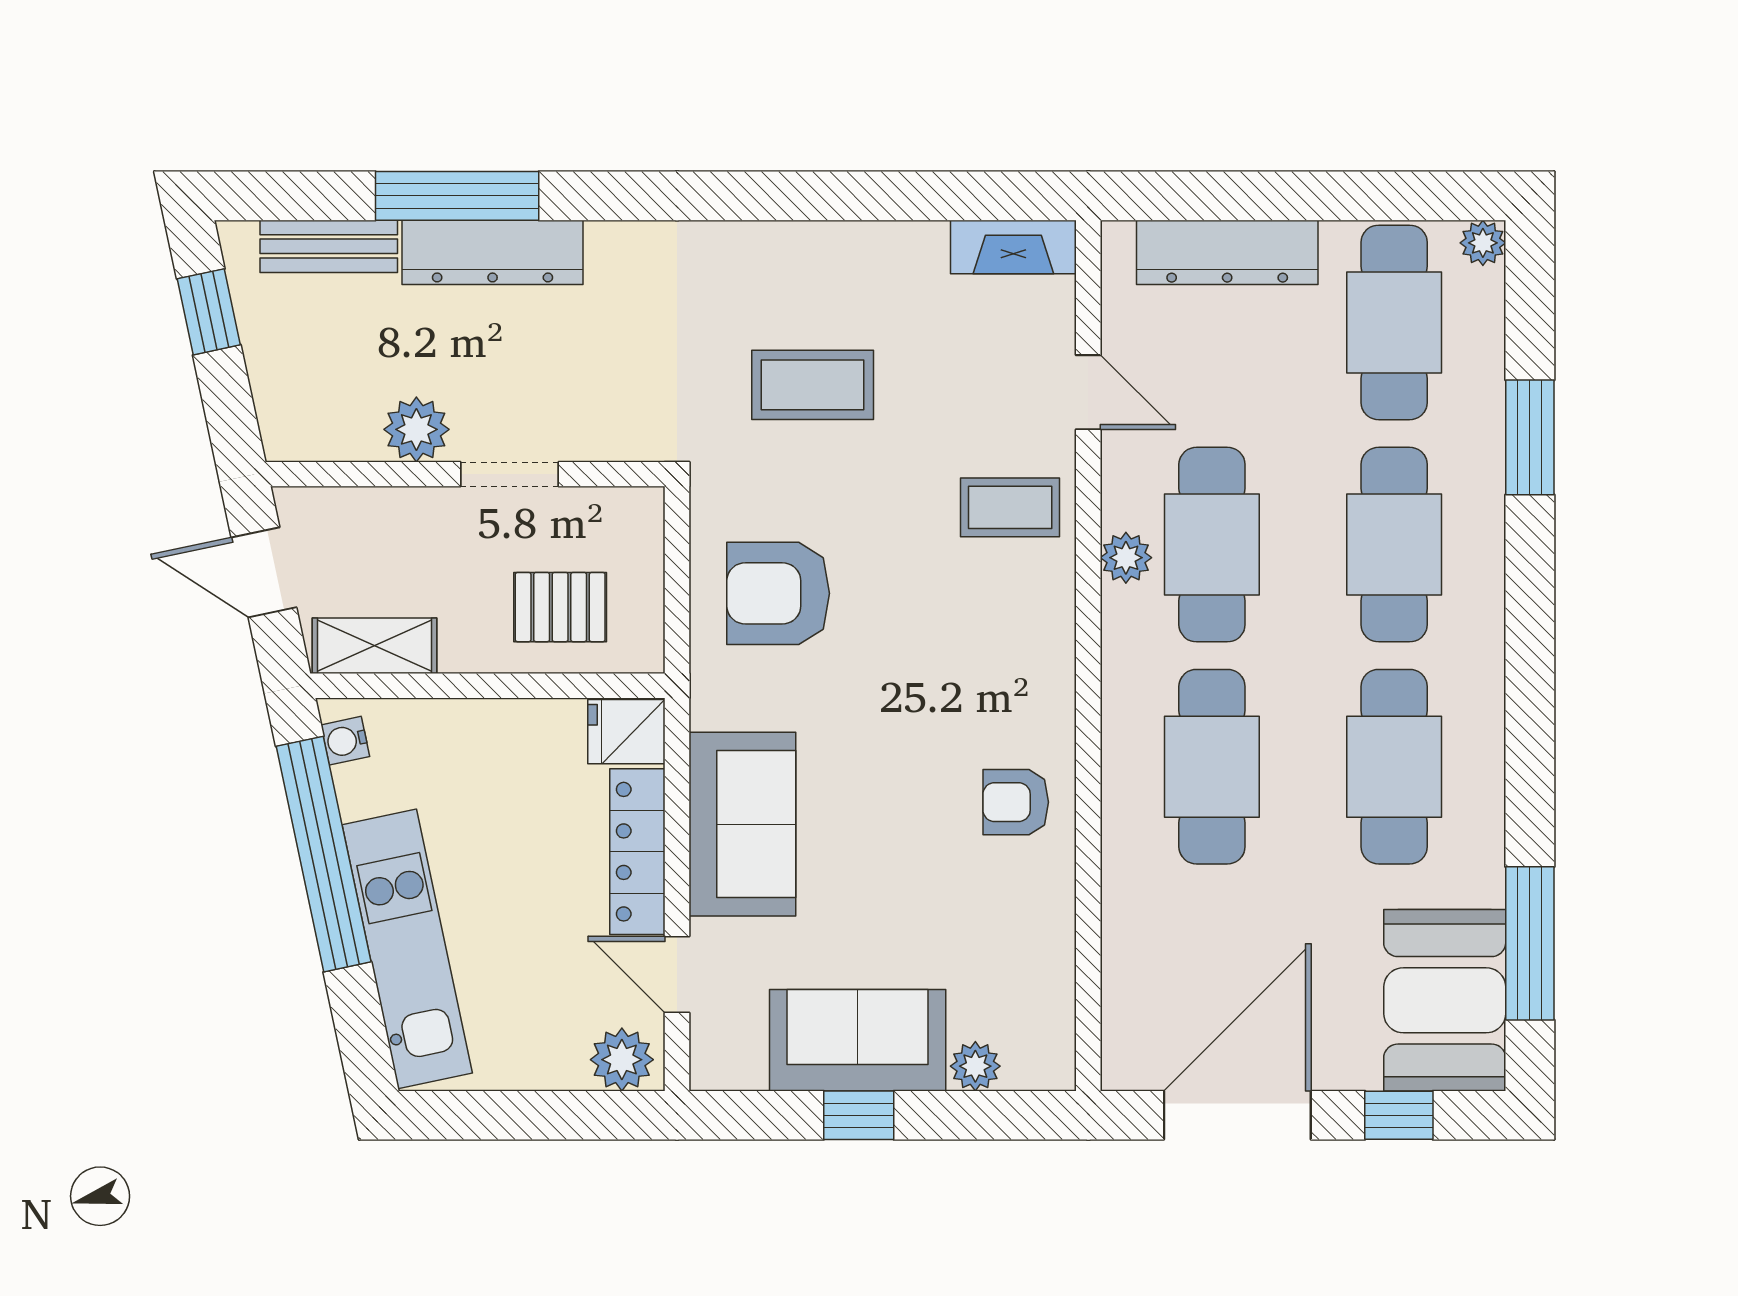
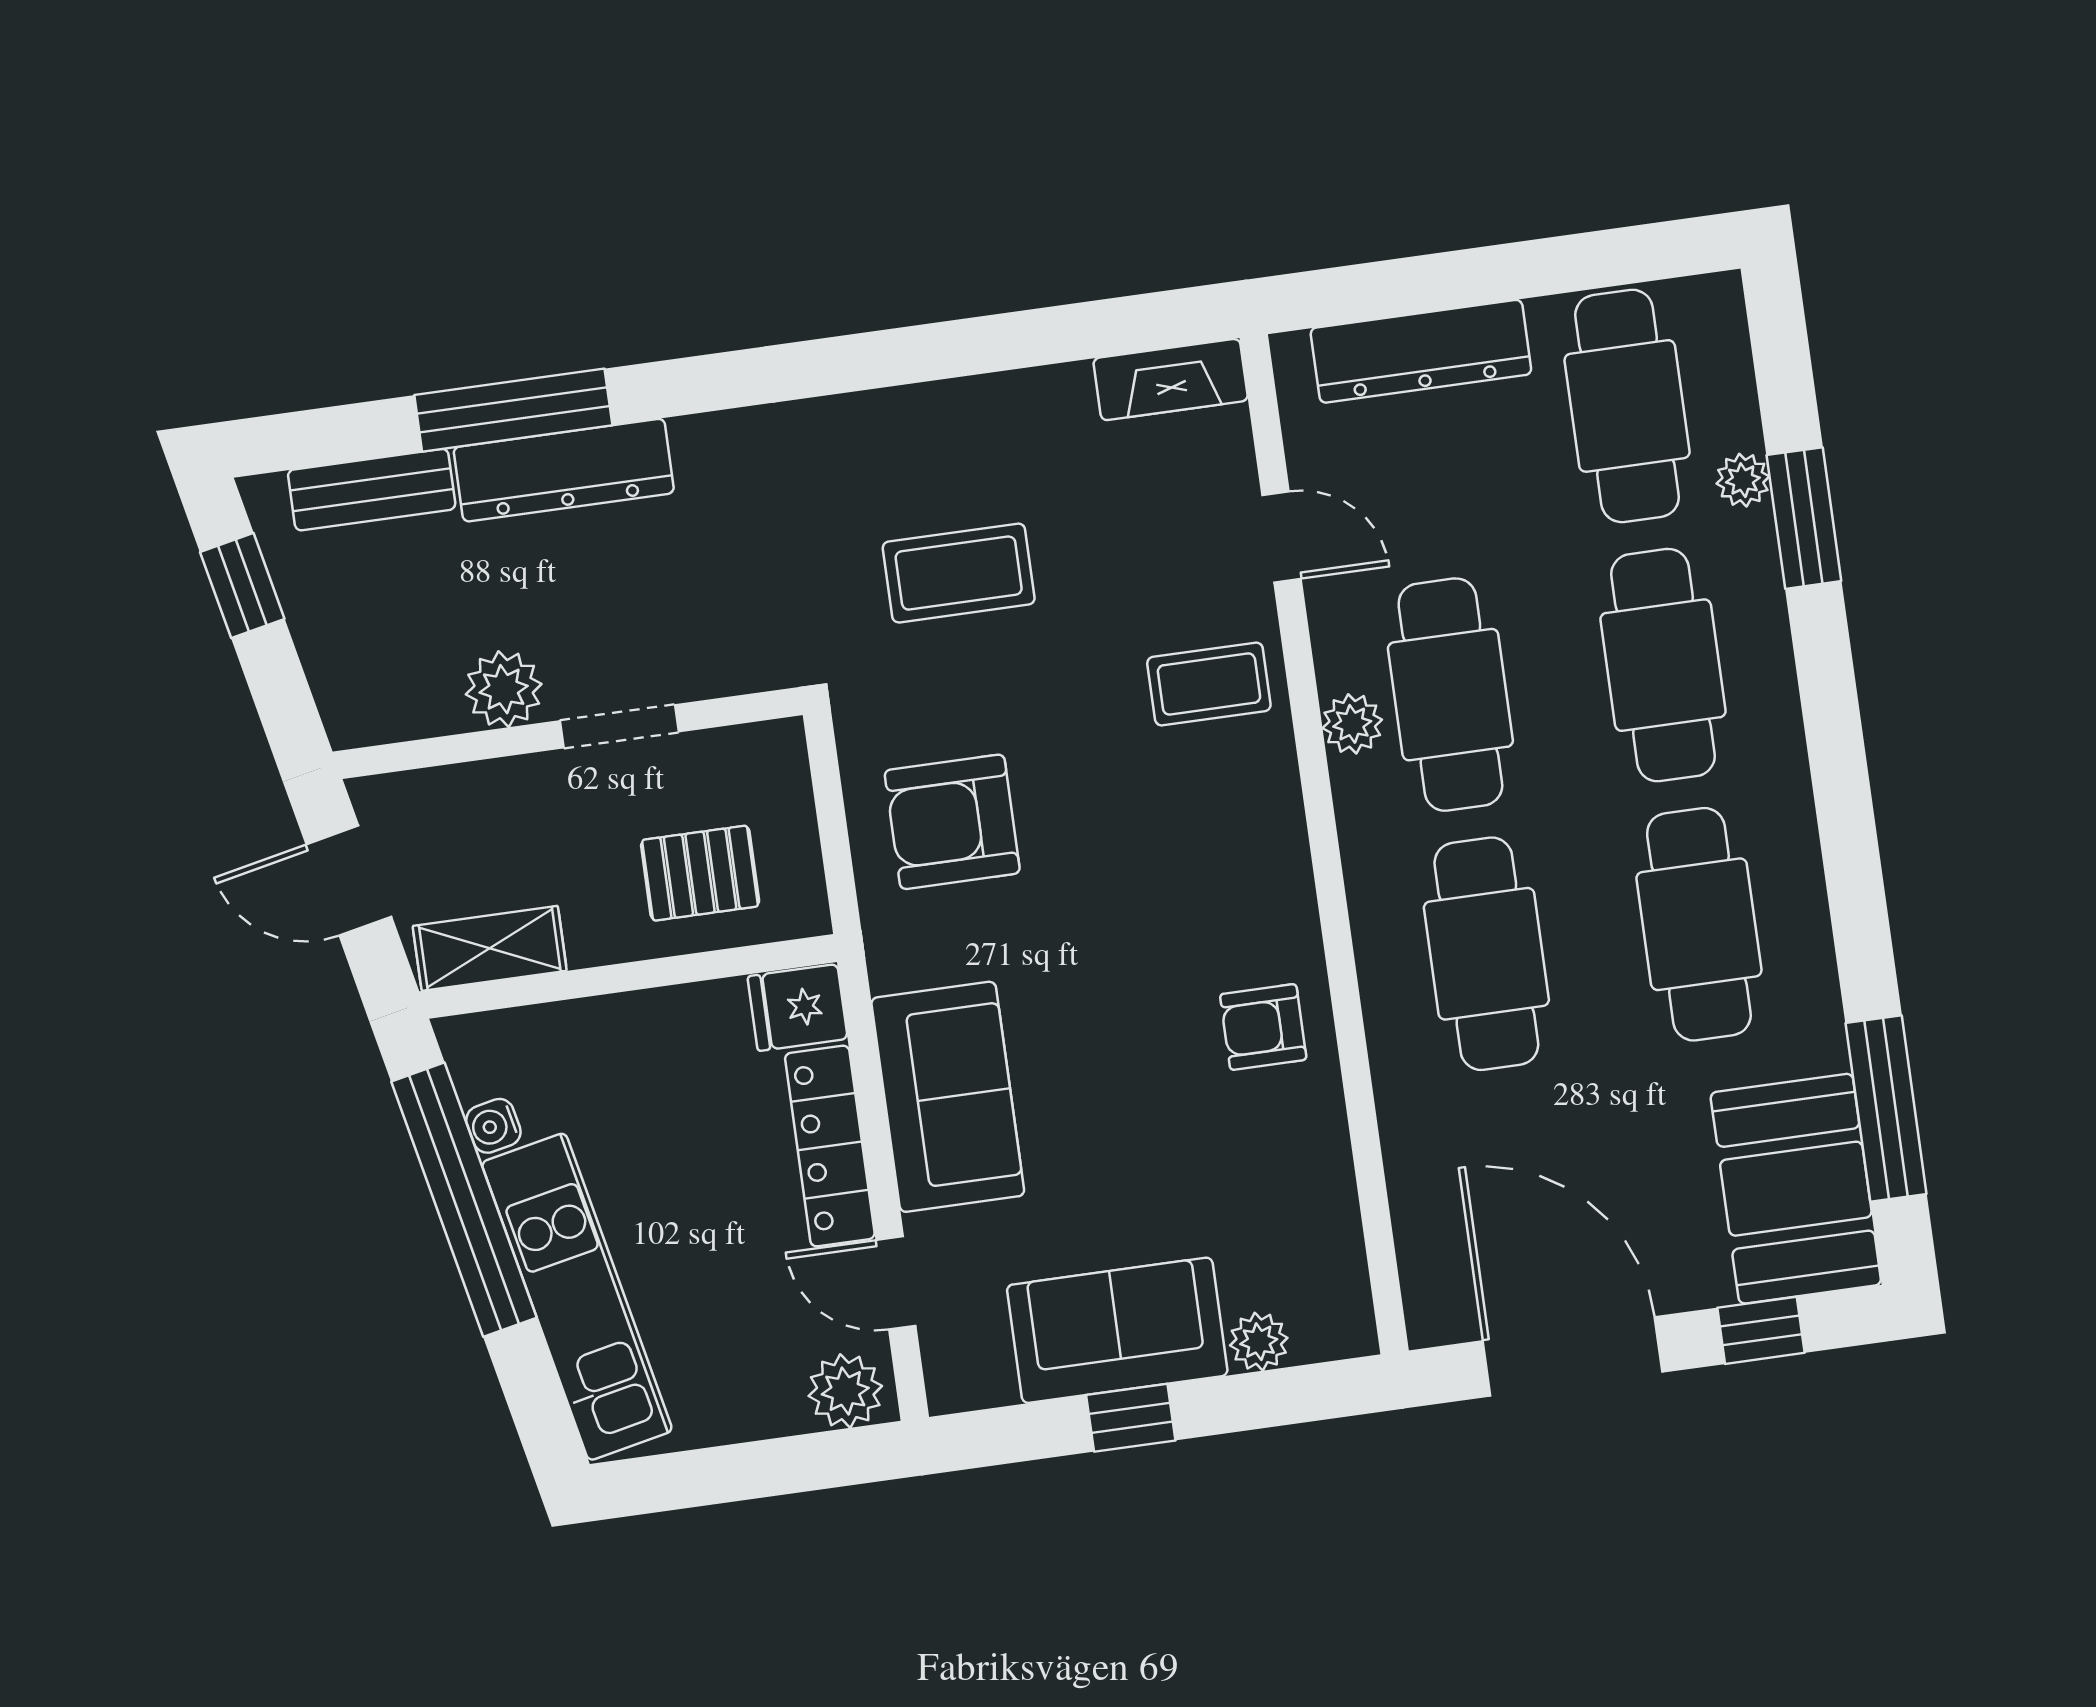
plant: (1483, 243) -> (1743, 480), moved
water cooler: (345, 741) -> (493, 1126), moved
door: (1237, 1115) -> (1573, 1356), hinge flipped

